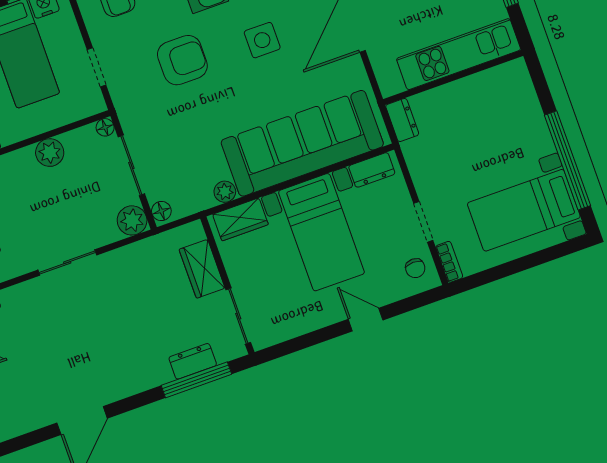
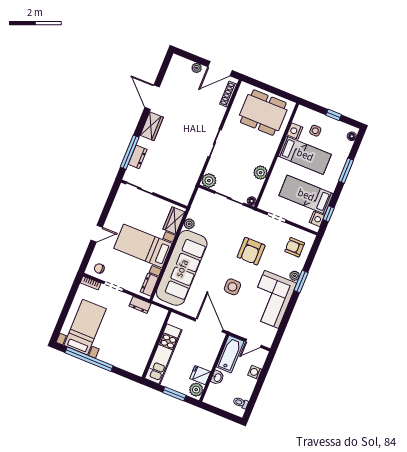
dresser: (402, 120) -> (140, 305), moved
floor lamp: (161, 211) -> (203, 194), removed
wardrobe: (202, 269) -> (152, 126), moved, turned 90

